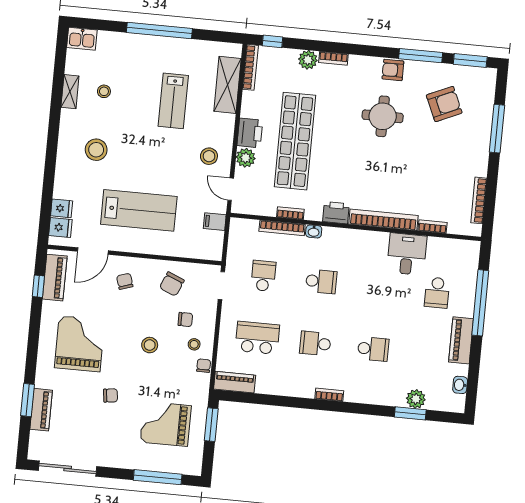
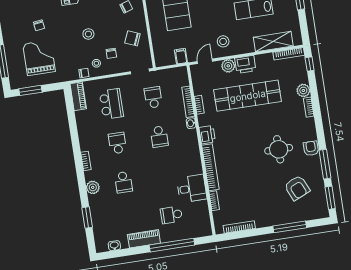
school desk: (263, 276) -> (153, 97), turned -90
chair: (110, 395) -> (39, 25), moved
plant: (416, 399) -> (93, 187), moved
window: (211, 425) -> (30, 90), moved

